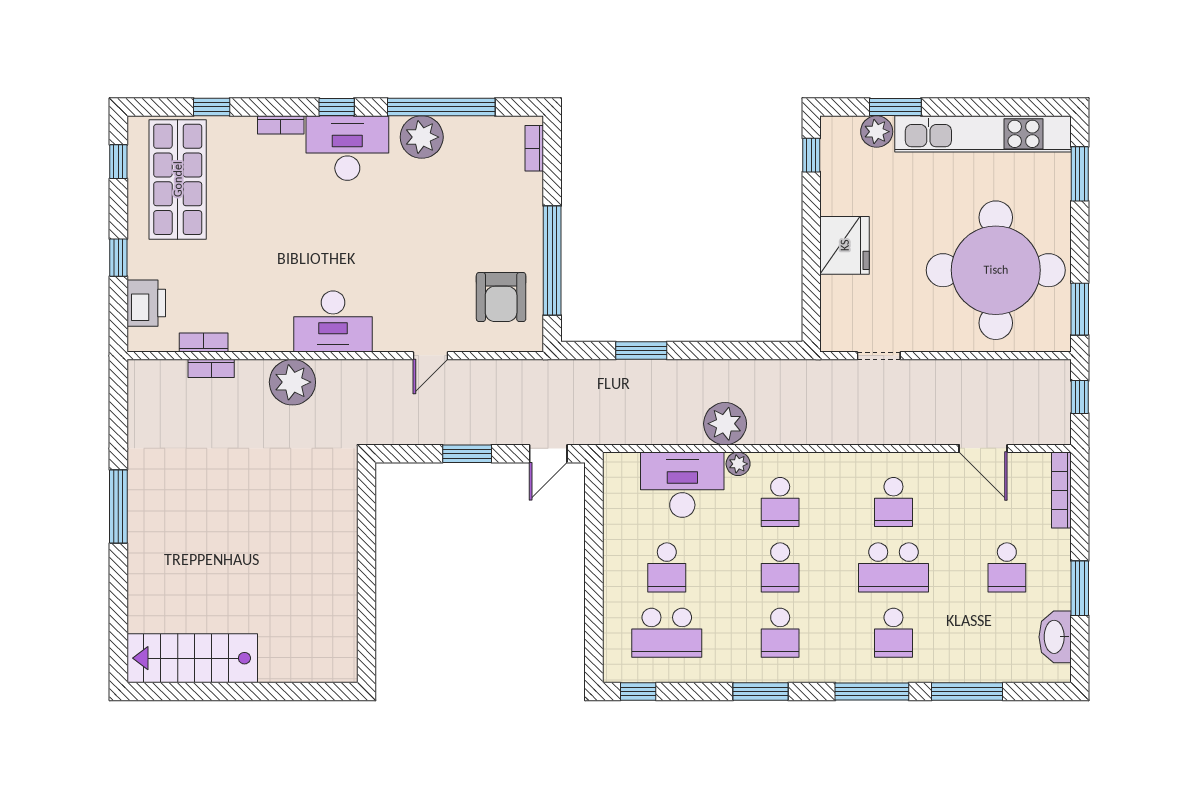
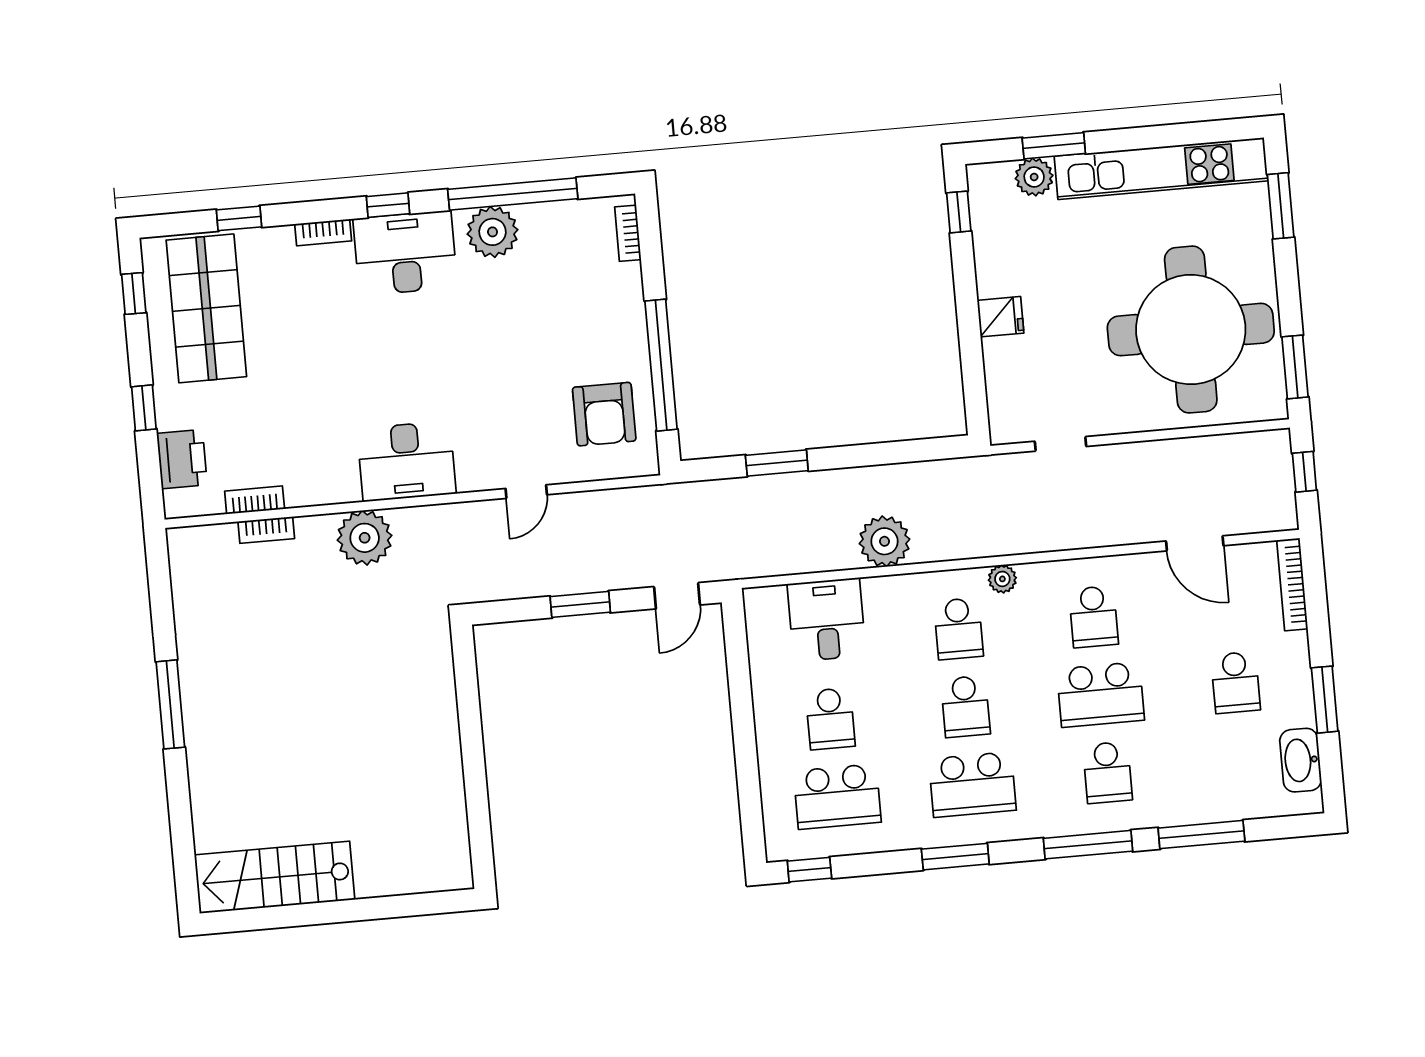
fridge: (845, 245) -> (1001, 317), width x0.53, depth x0.75
plant: (738, 464) -> (1002, 579), moved
desk: (682, 485) -> (827, 620), width x0.73
school desk: (780, 633) -> (972, 784), width x1.85

